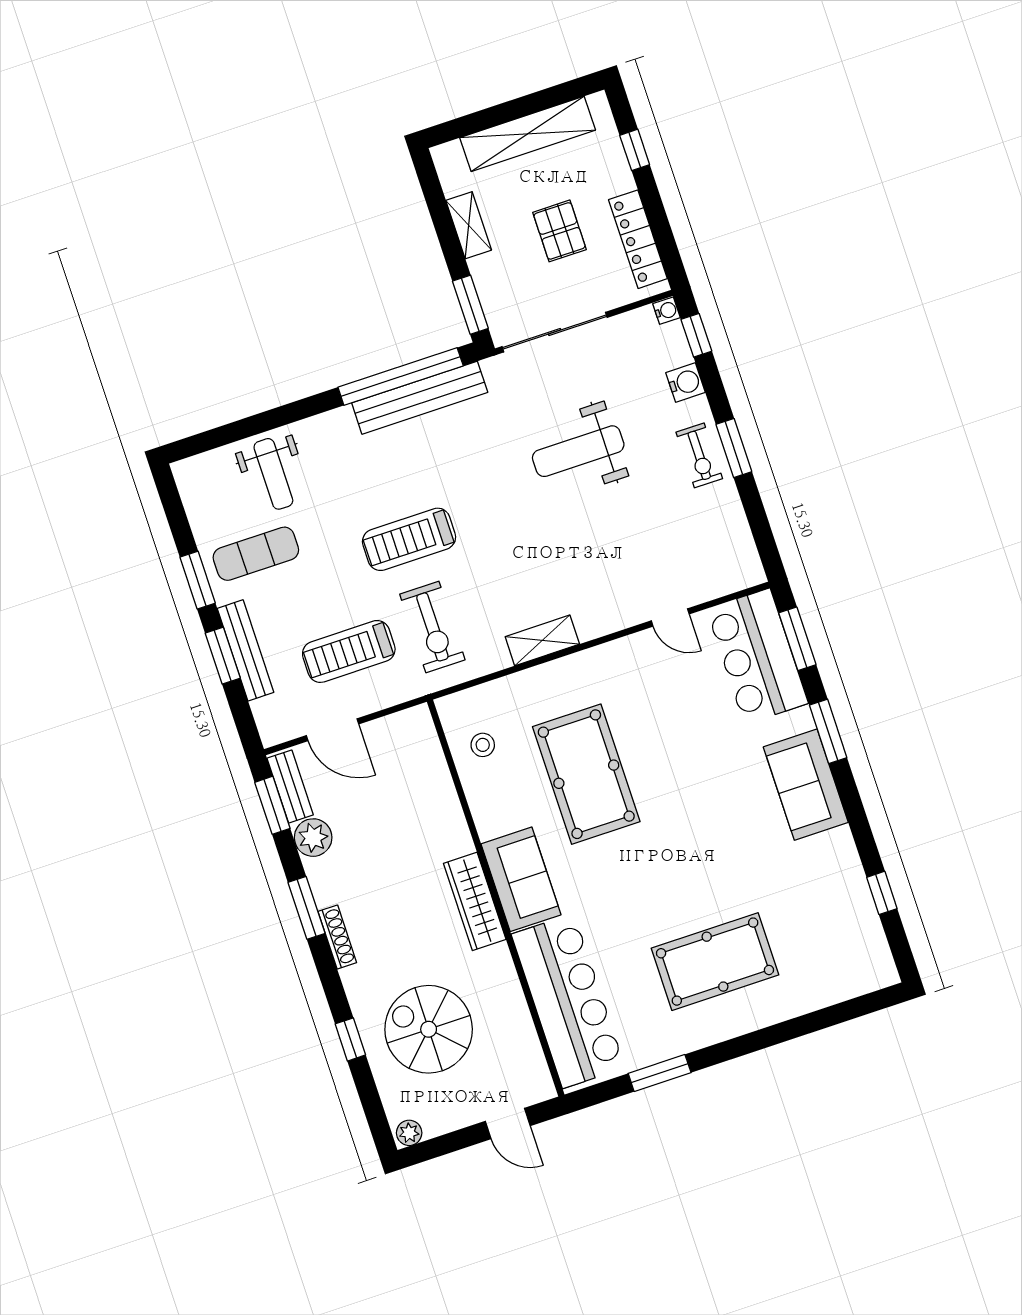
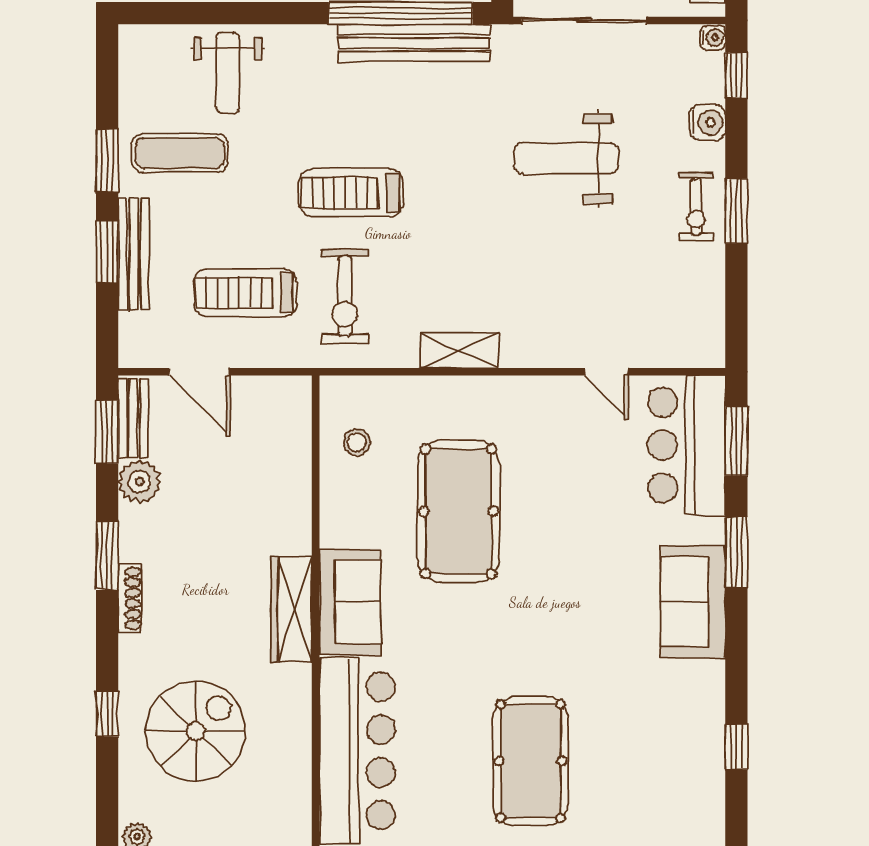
pool table: (715, 962) -> (531, 761), turned 90
spiral stairs: (429, 1029) -> (196, 731), turned 90

